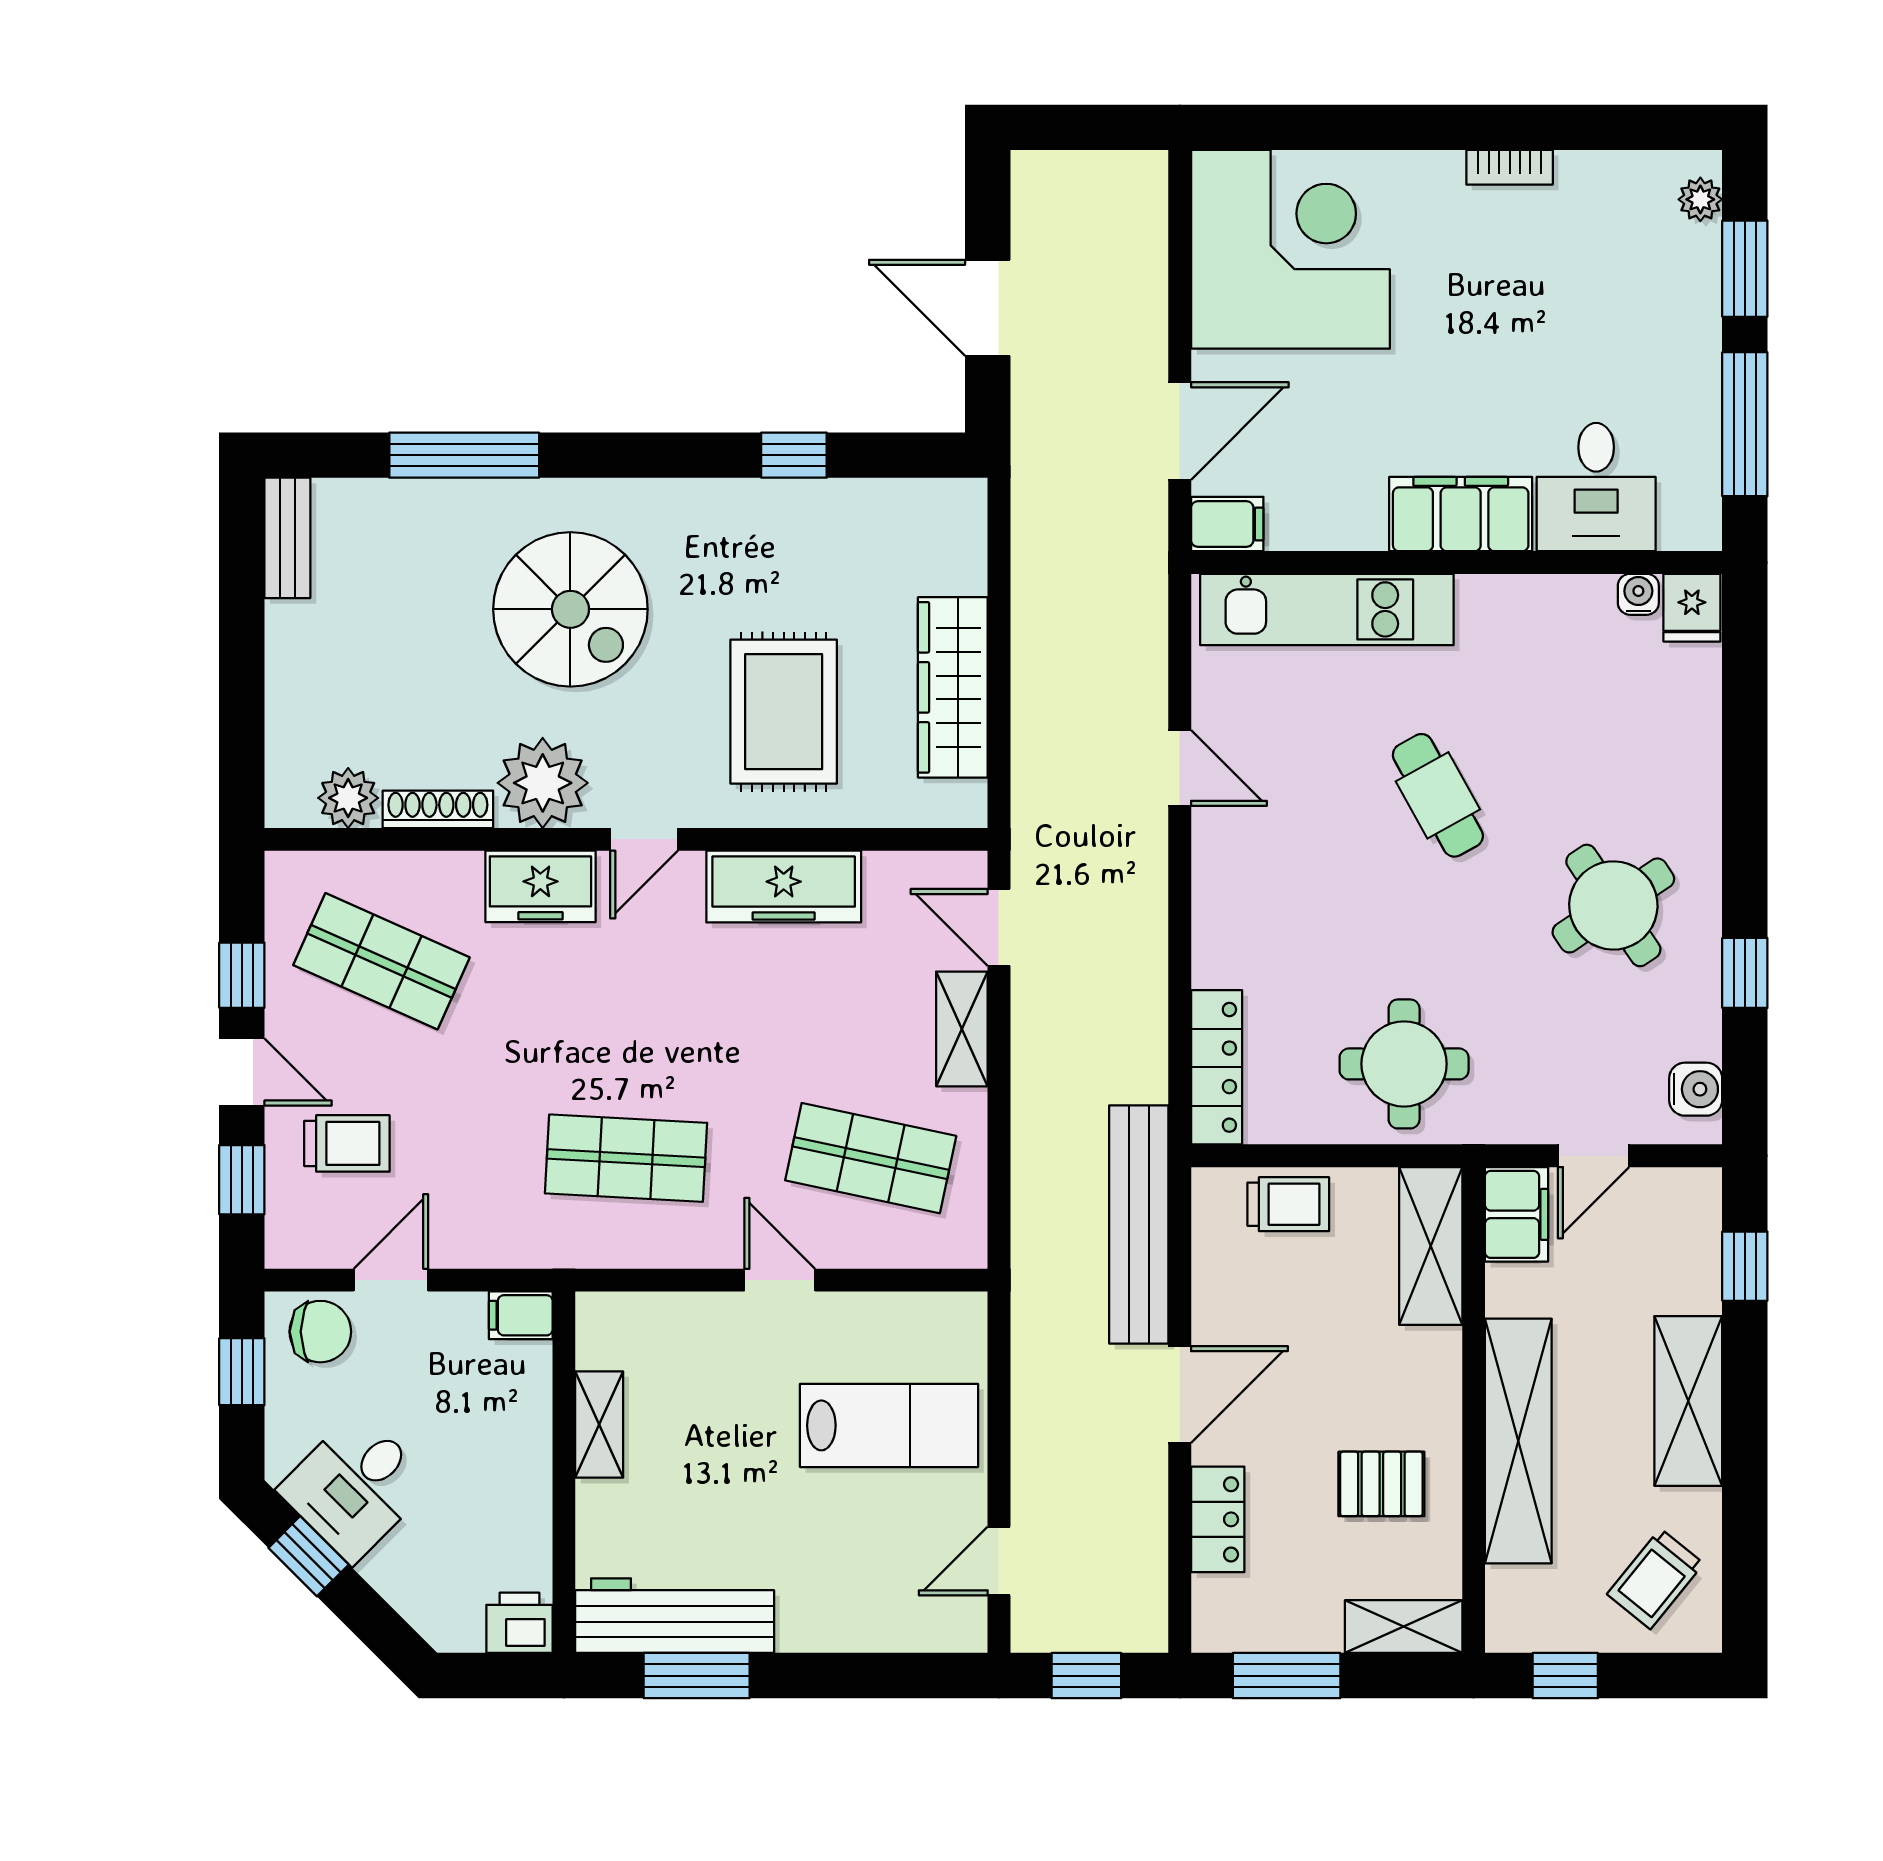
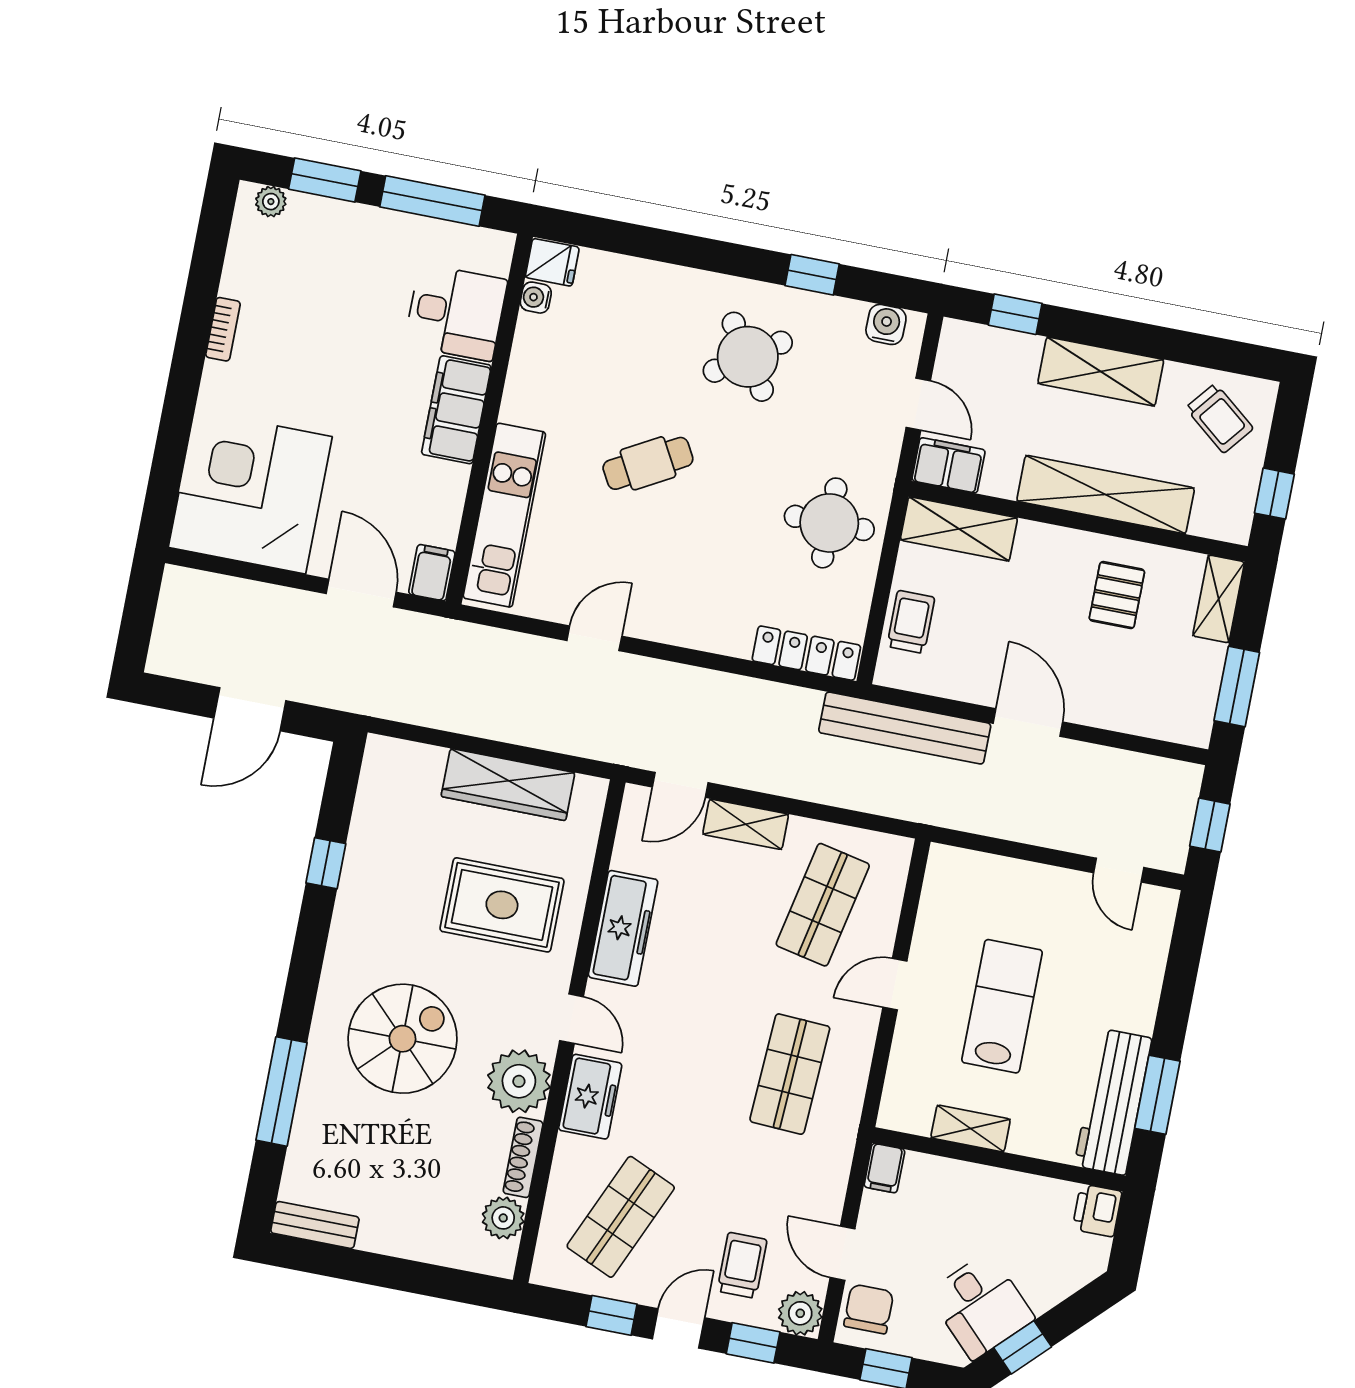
plant: (296, 1237) -> (800, 1313), added
lab bench: (889, 1425) -> (1002, 1006), moved
locker: (1218, 1519) -> (1119, 713), removed

